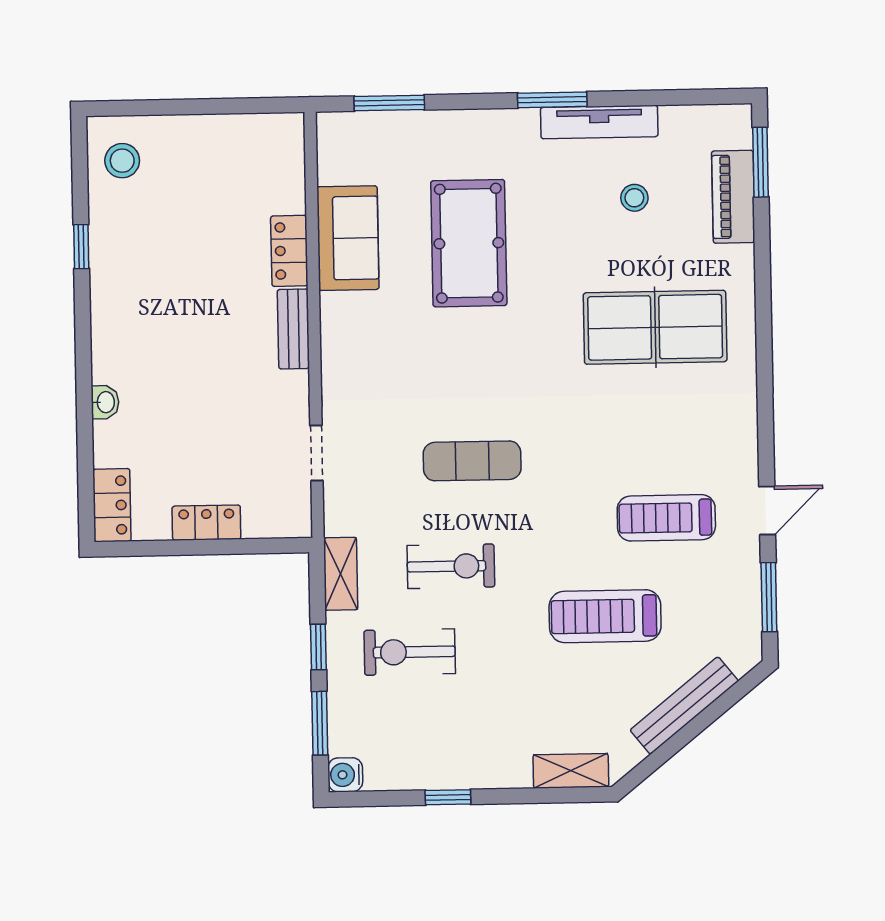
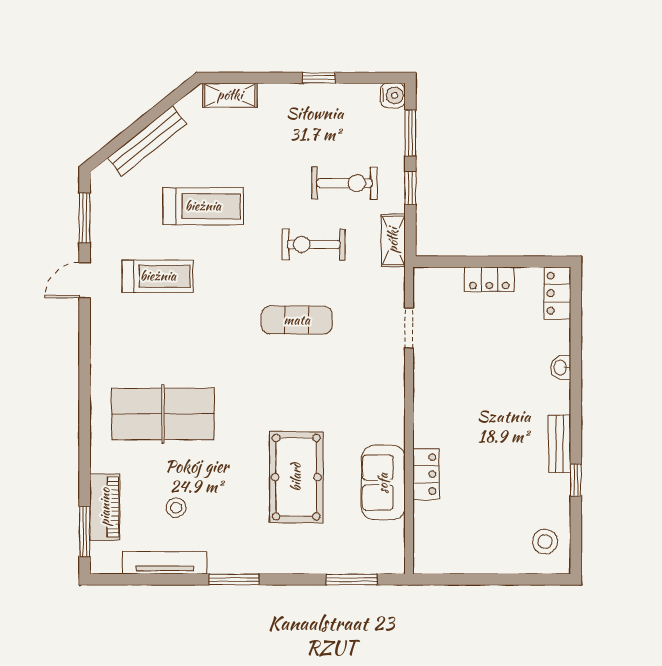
tv unit: (599, 122) -> (165, 563), moved
bench: (293, 329) -> (560, 444), moved

